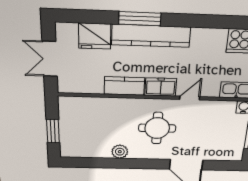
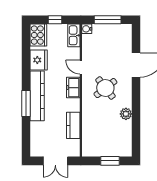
fridge: (95, 36) -> (39, 60), moved
kitchen counter: (124, 86) -> (73, 125), moved
round table: (157, 128) -> (105, 88), turned -38

